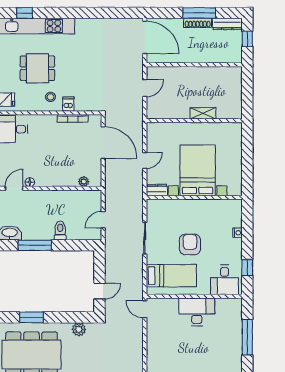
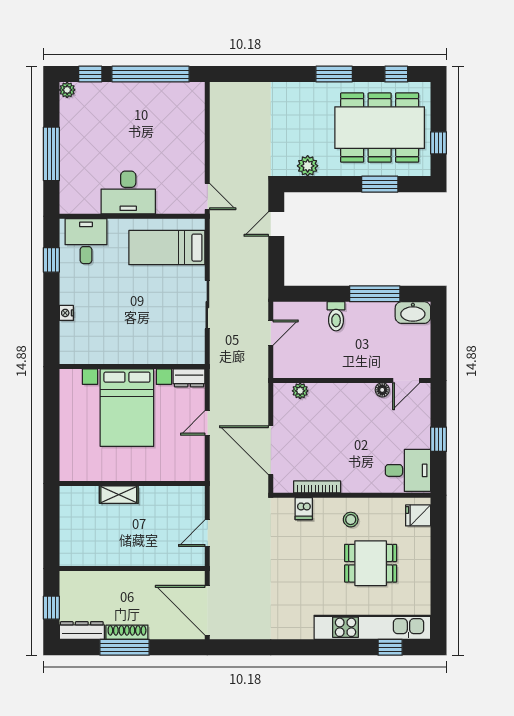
dishwasher: (68, 104) -> (304, 509), moved
armchair: (190, 244) -> (139, 295), removed

